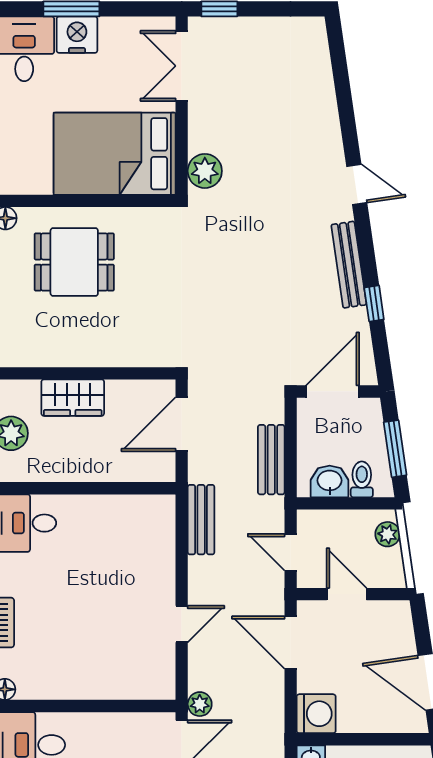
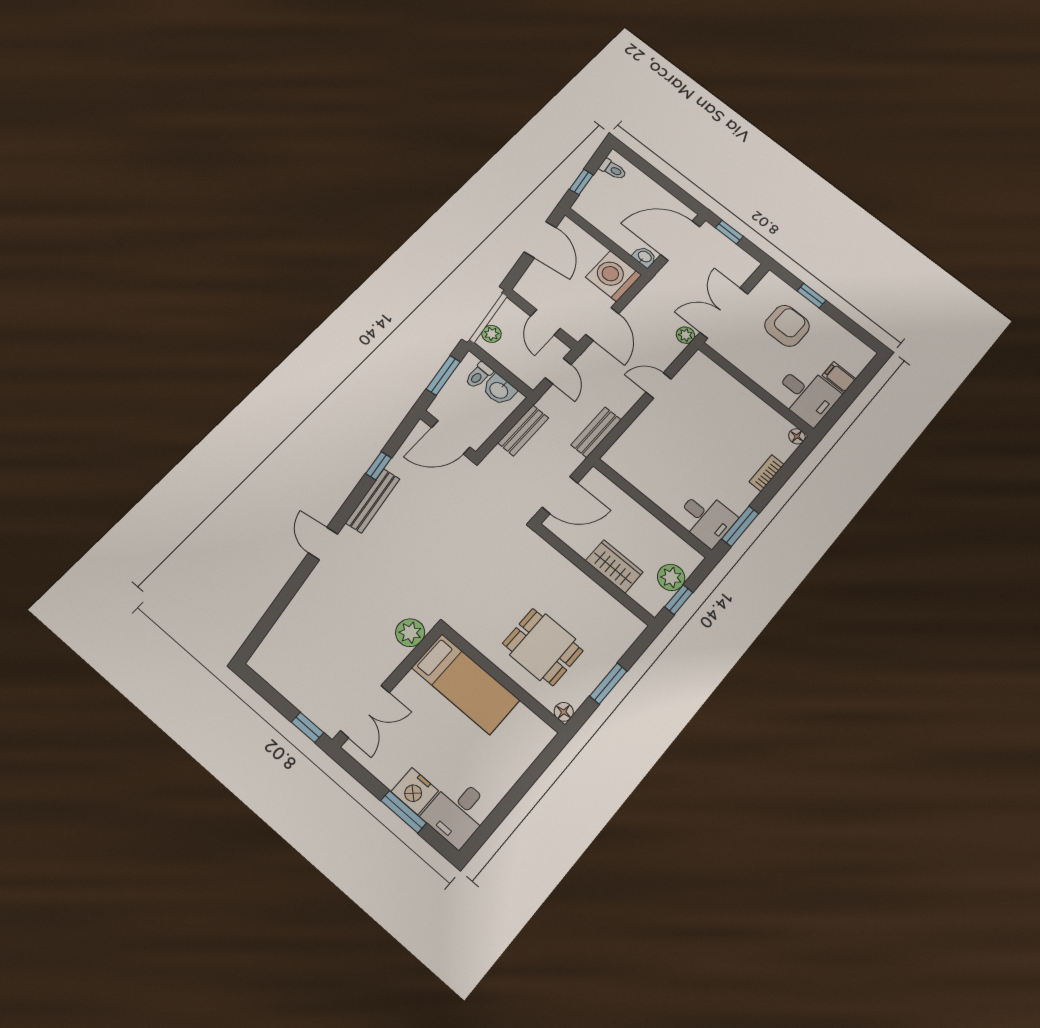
bed: (115, 154) -> (466, 684), width x0.67
washing machine: (316, 714) -> (613, 276), width x1.37, depth x1.37

